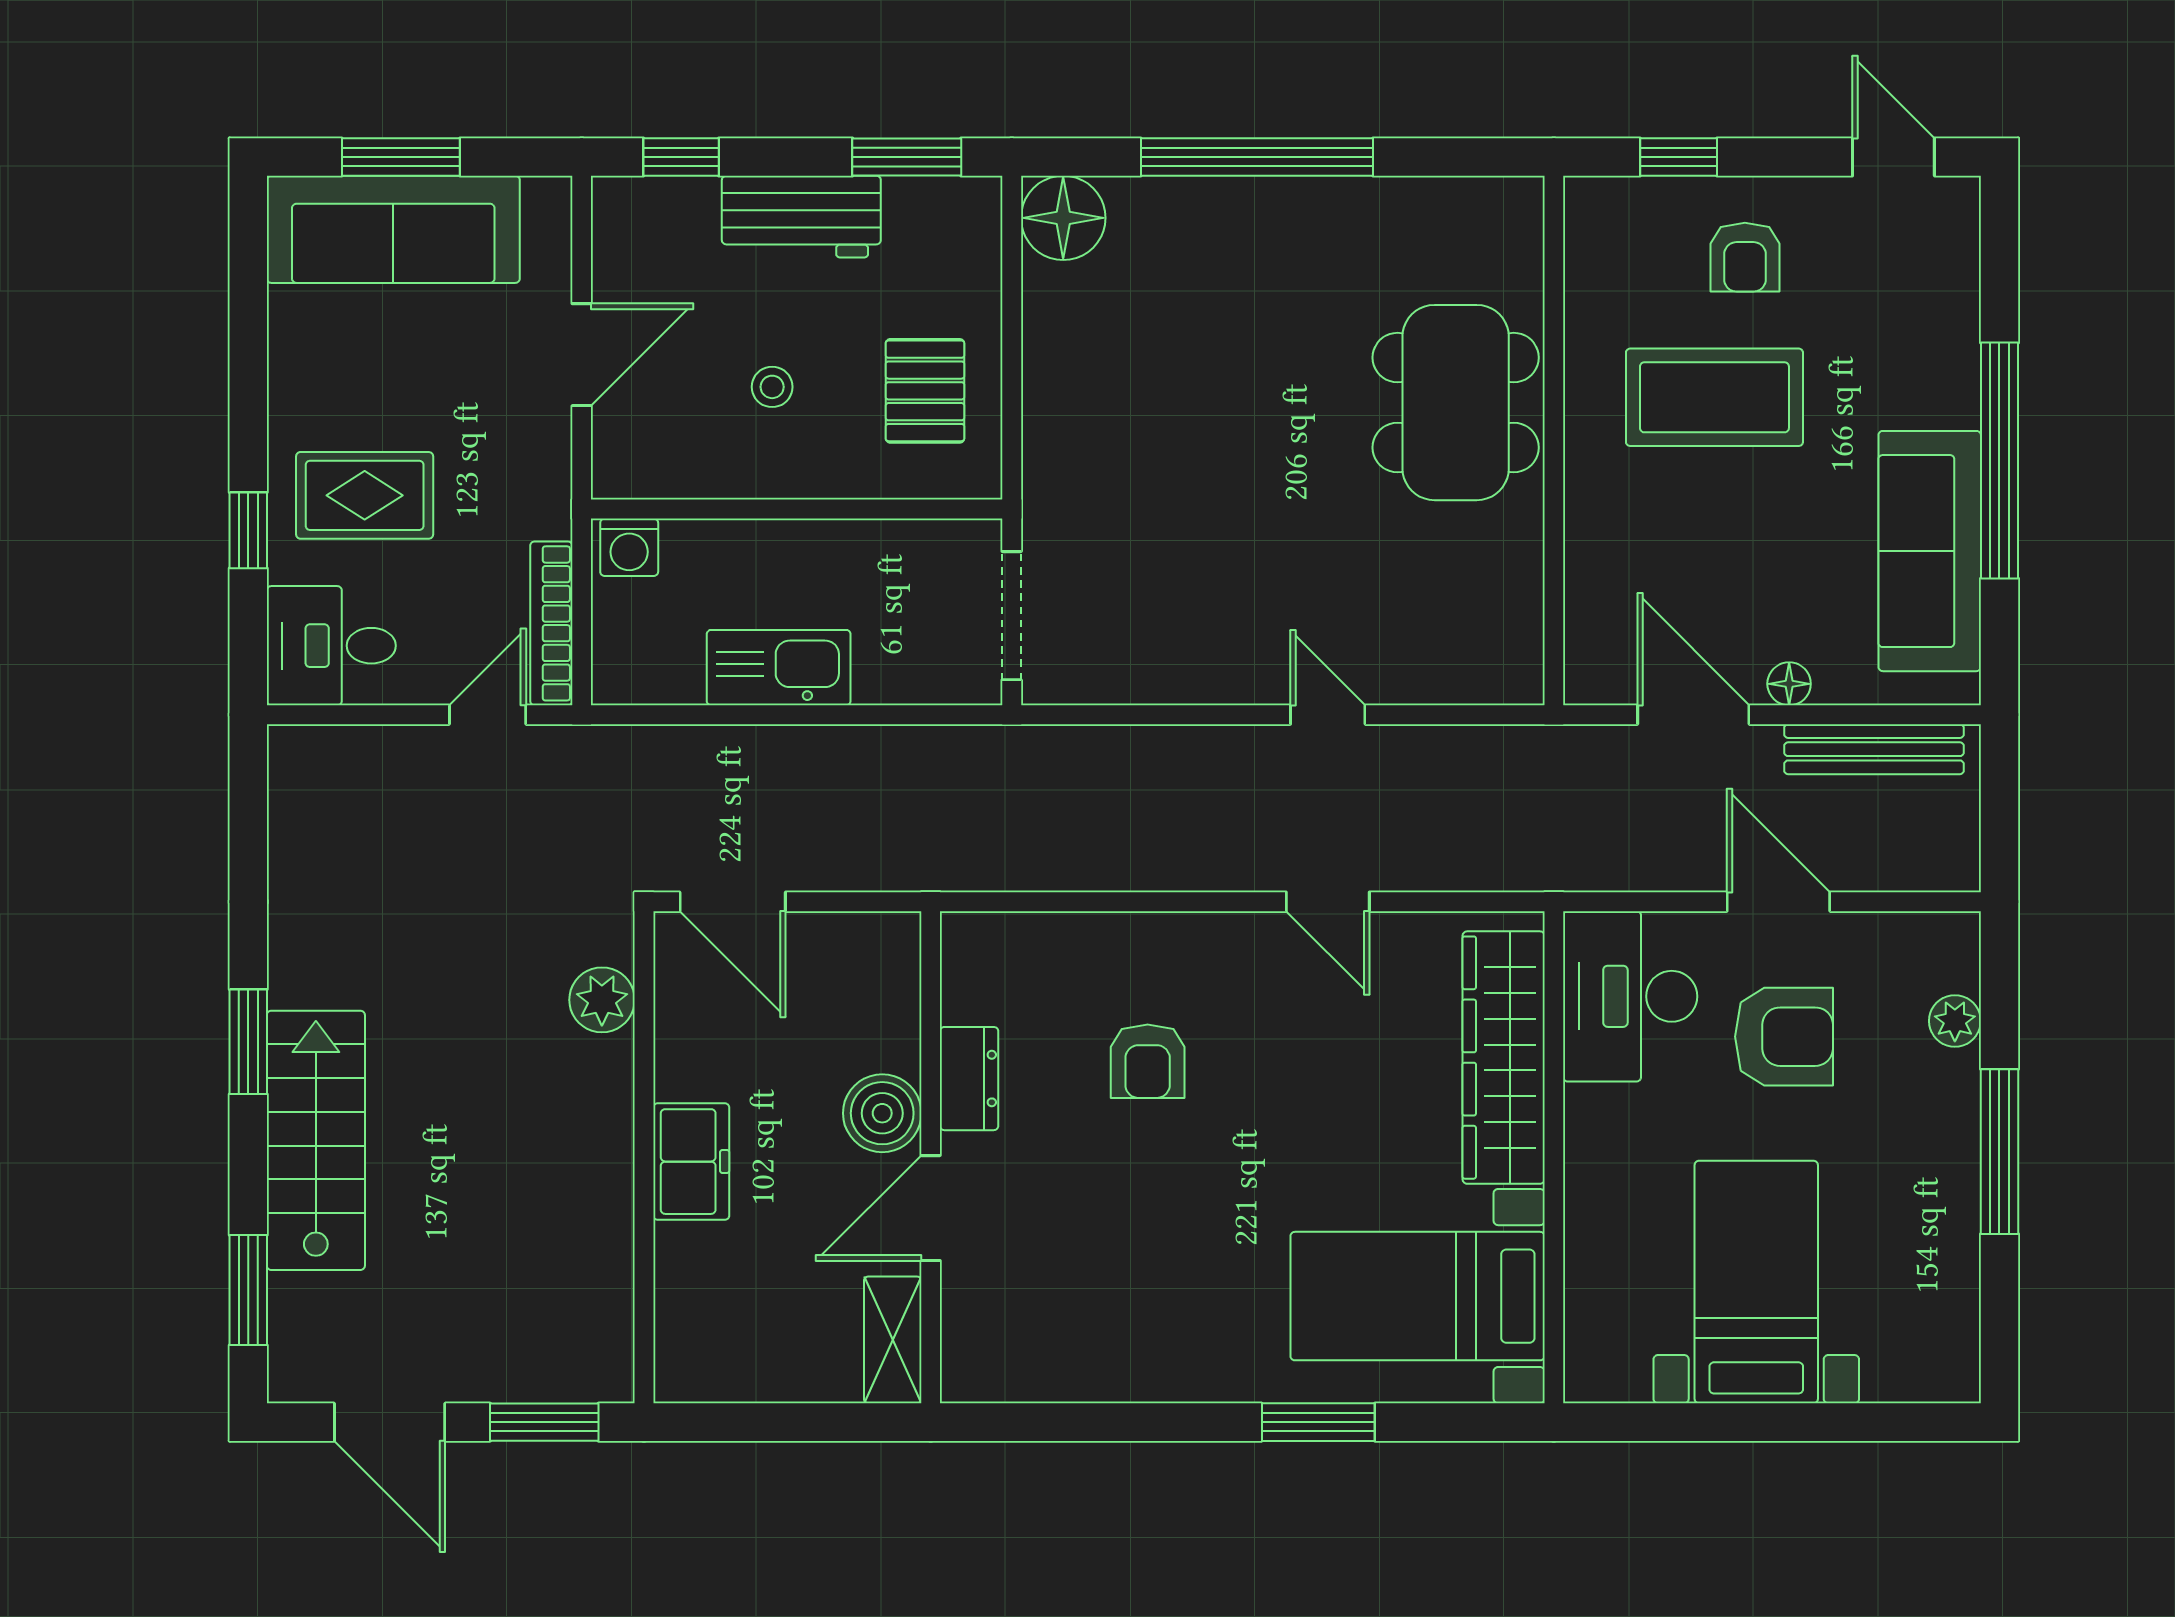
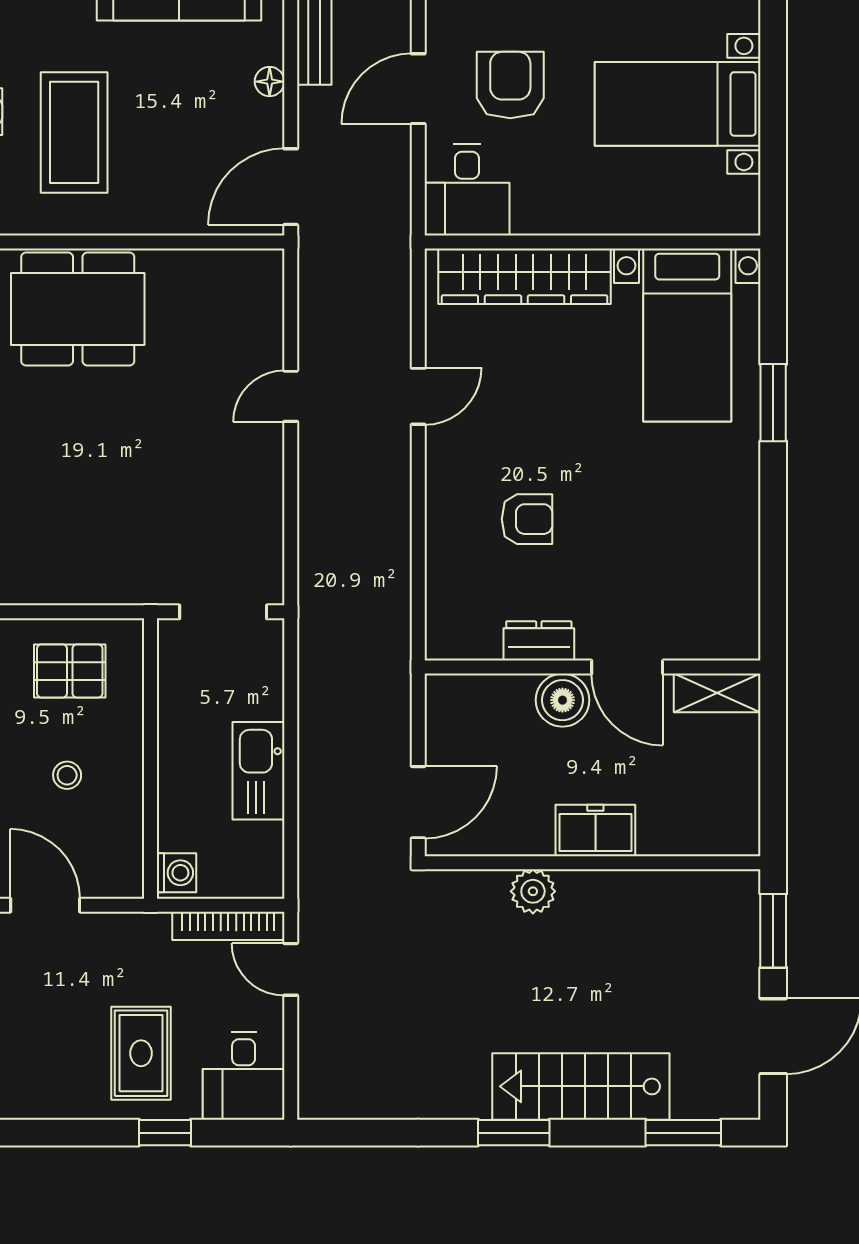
door: (1693, 715) -> (291, 187), moved
desk: (1630, 996) -> (467, 190), width x0.73
plant: (602, 1000) -> (533, 891), moved

